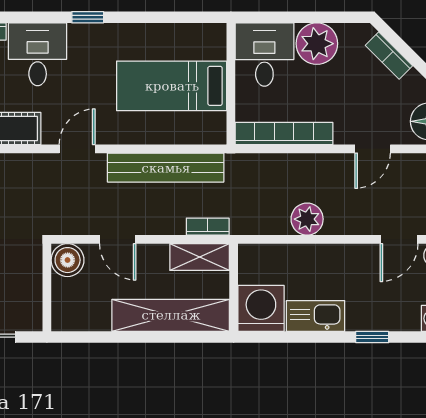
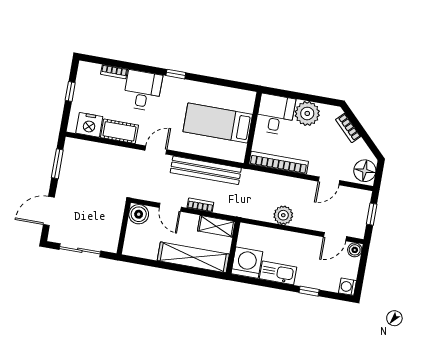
bookcase: (208, 227) -> (200, 205), moved

